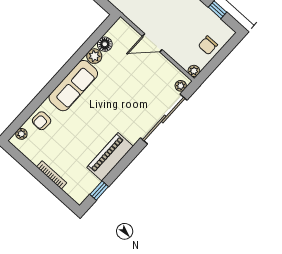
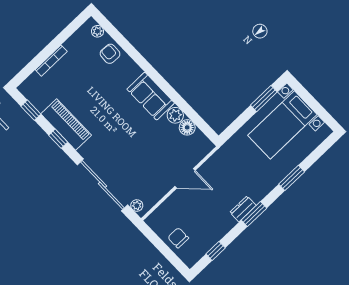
door: (152, 43) -> (185, 178), swing flipped
plant: (194, 71) -> (152, 221), removed
sofa: (73, 86) -> (151, 96), width x0.73
window: (124, 163) -> (58, 139), added

